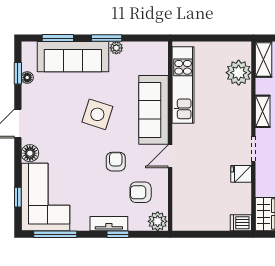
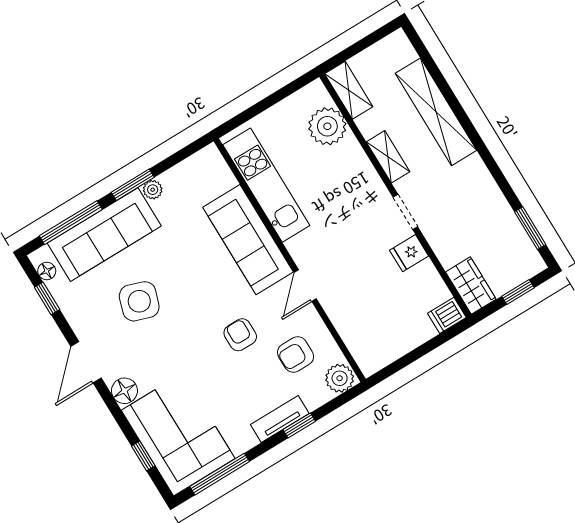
window: (58, 38) -> (71, 223), width x1.44
floor lamp: (27, 78) -> (47, 271), moved
side table: (97, 114) -> (139, 301), moved

